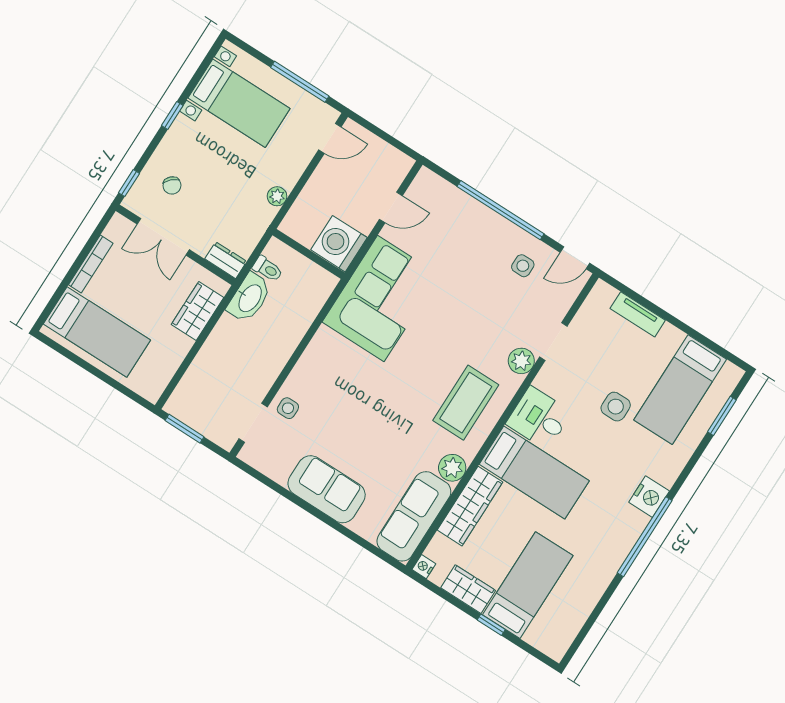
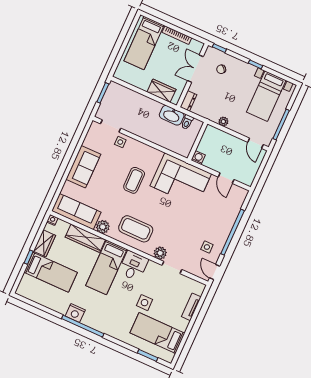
washing machine: (339, 244) -> (198, 158), width x0.53, depth x0.53
coffee table: (368, 392) -> (134, 180), added
nightstand: (649, 497) -> (75, 313), moved

